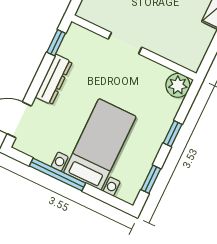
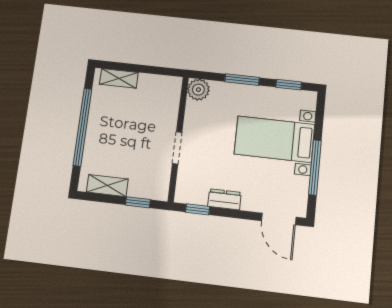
dresser: (54, 79) -> (224, 199), width x0.70
window: (173, 134) -> (242, 80), width x1.50

